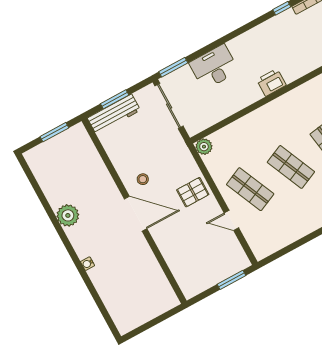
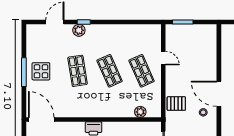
plant: (204, 147) -> (140, 112), moved
pallet: (193, 192) -> (176, 104), moved

